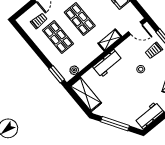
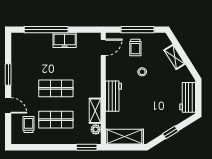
shelving: (110, 40) -> (95, 111), moved
window: (115, 124) -> (170, 132), width x0.46

